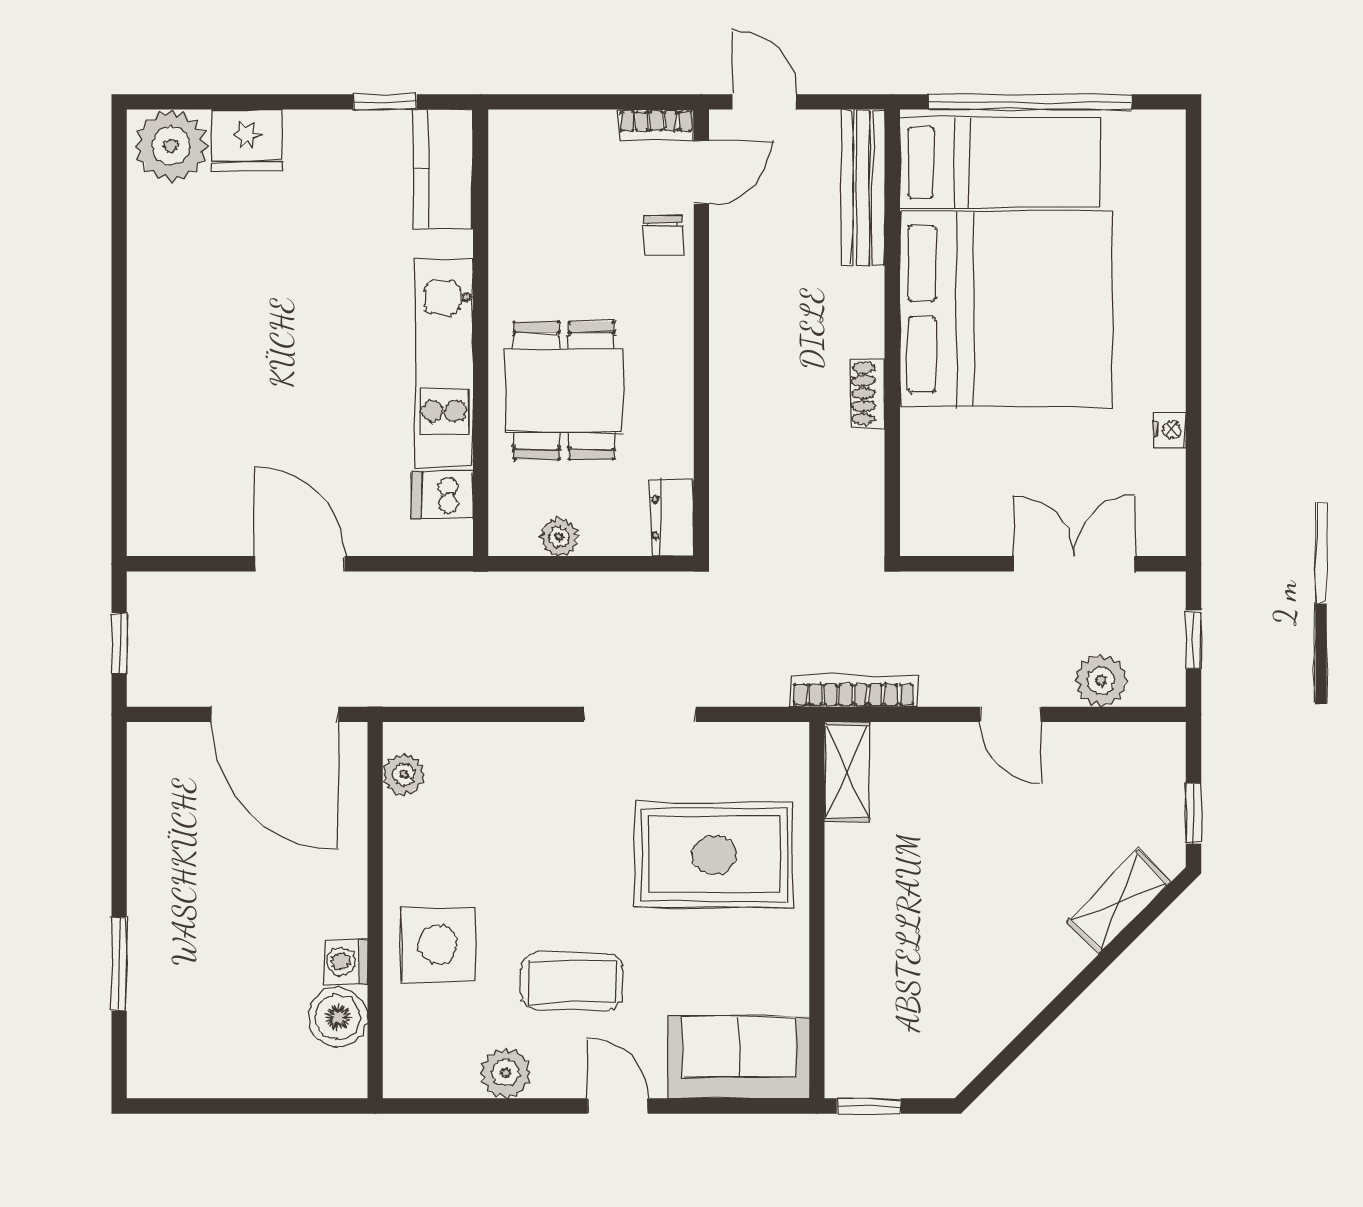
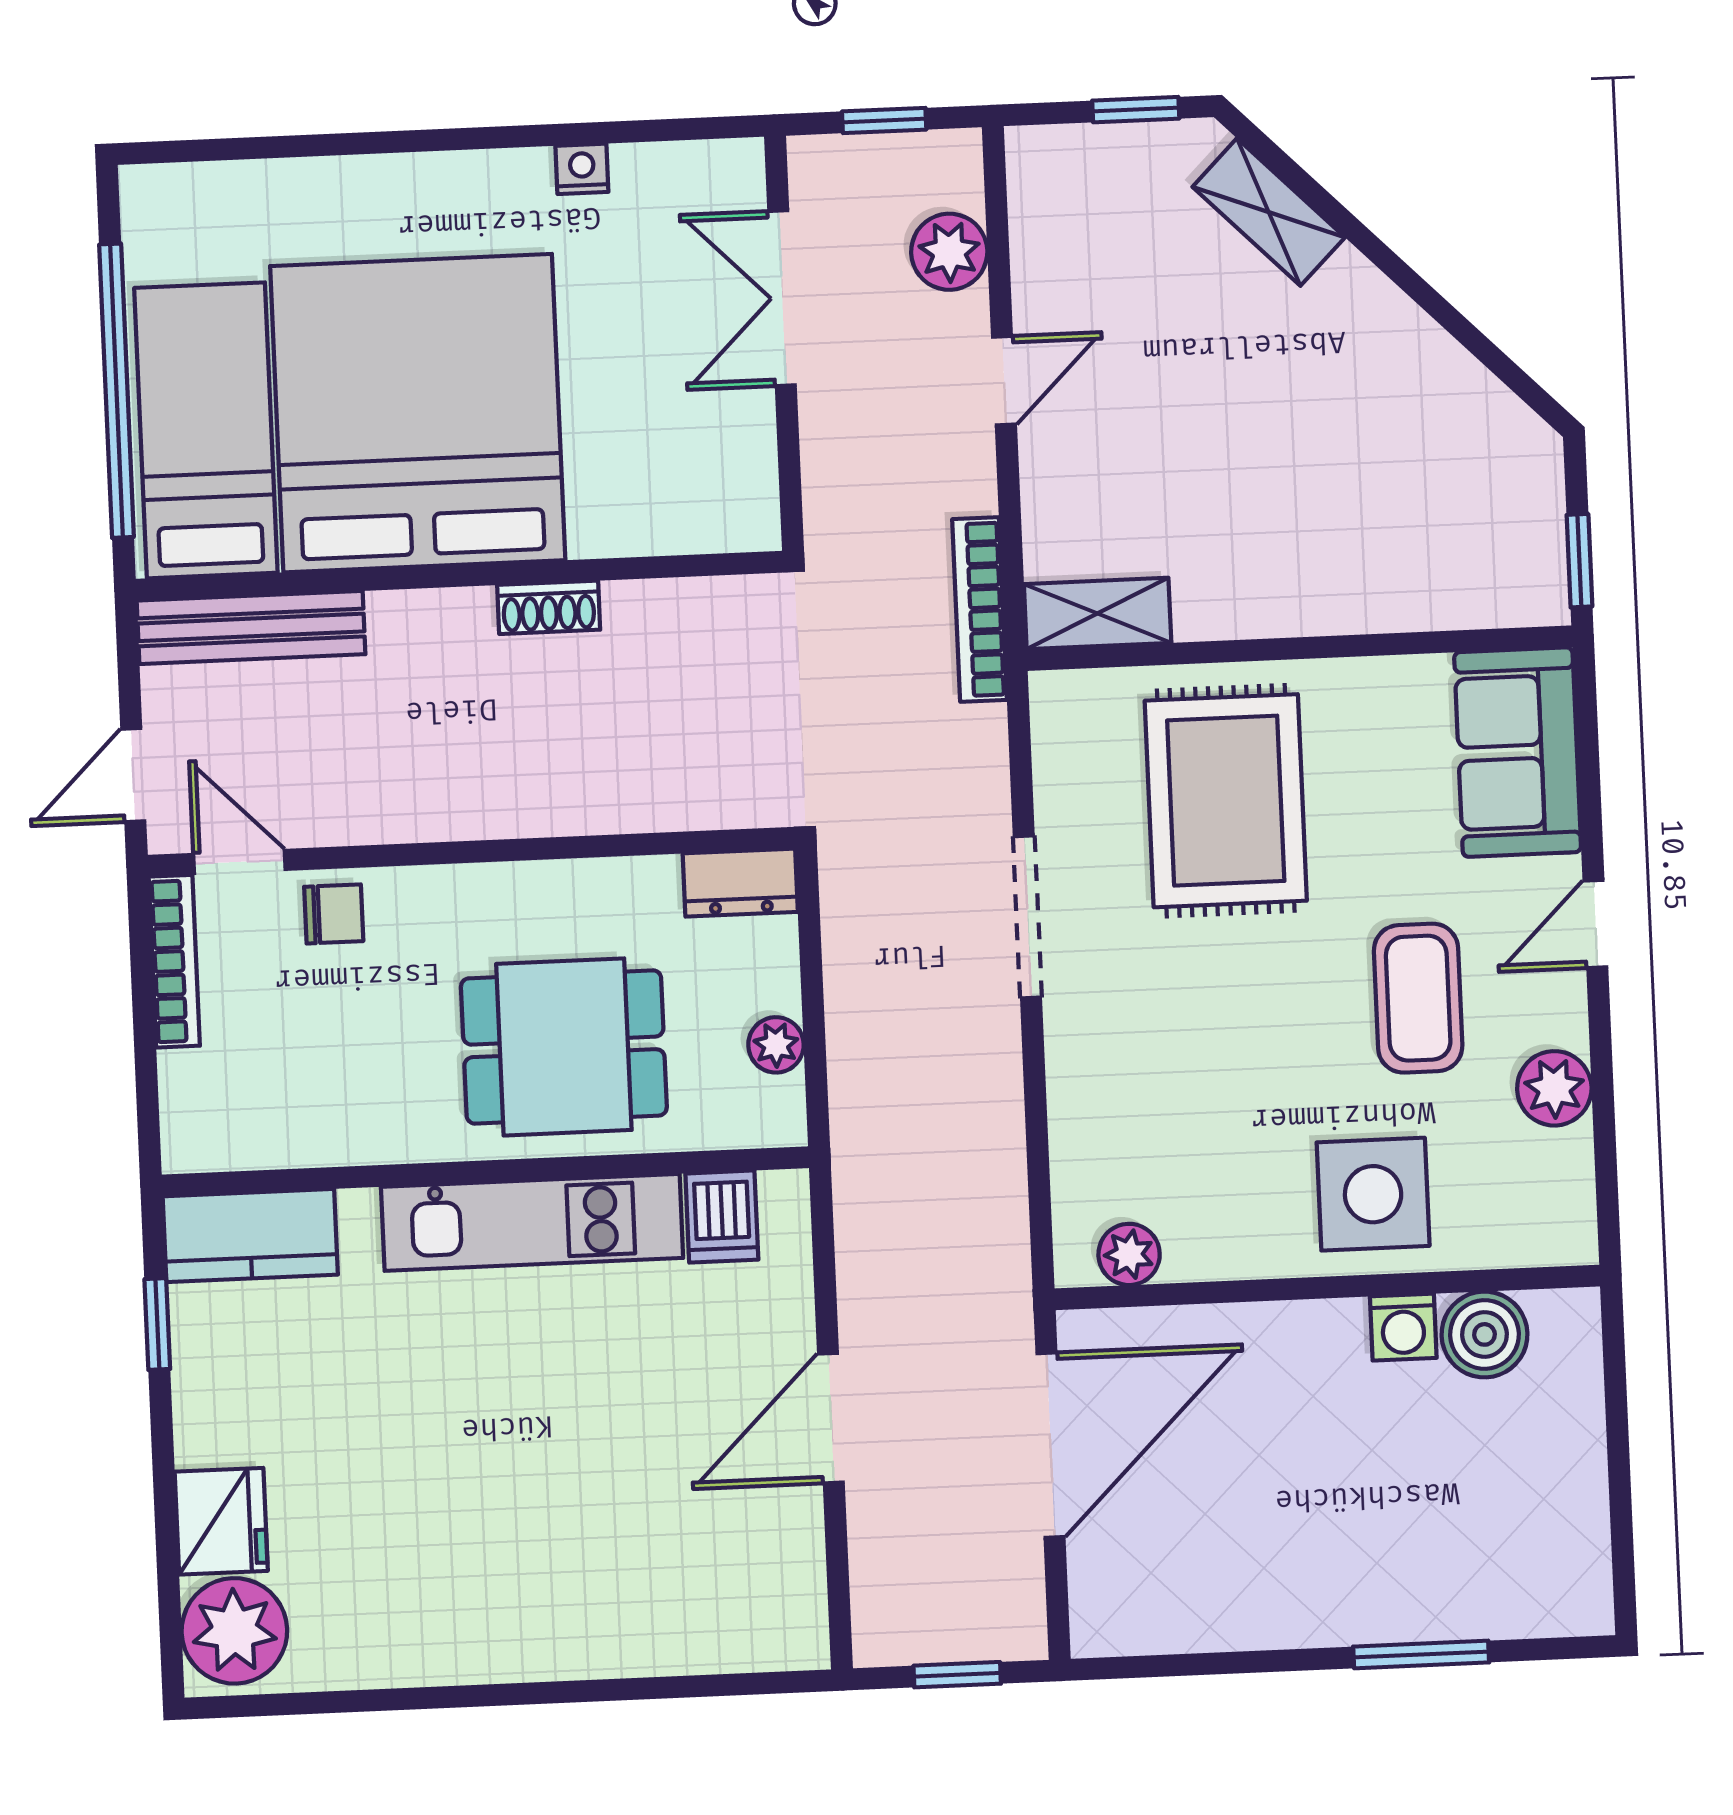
bookcase: (656, 125) -> (174, 961), width x1.56

